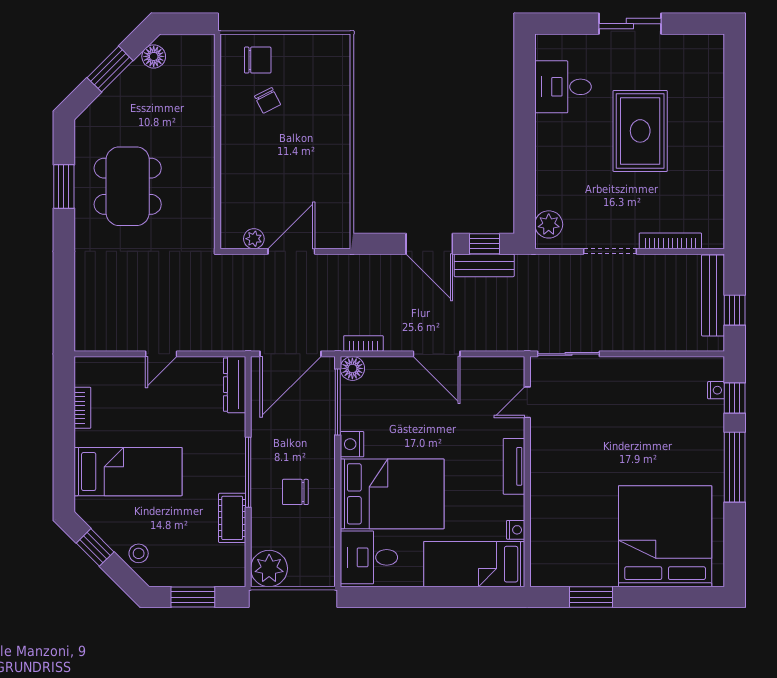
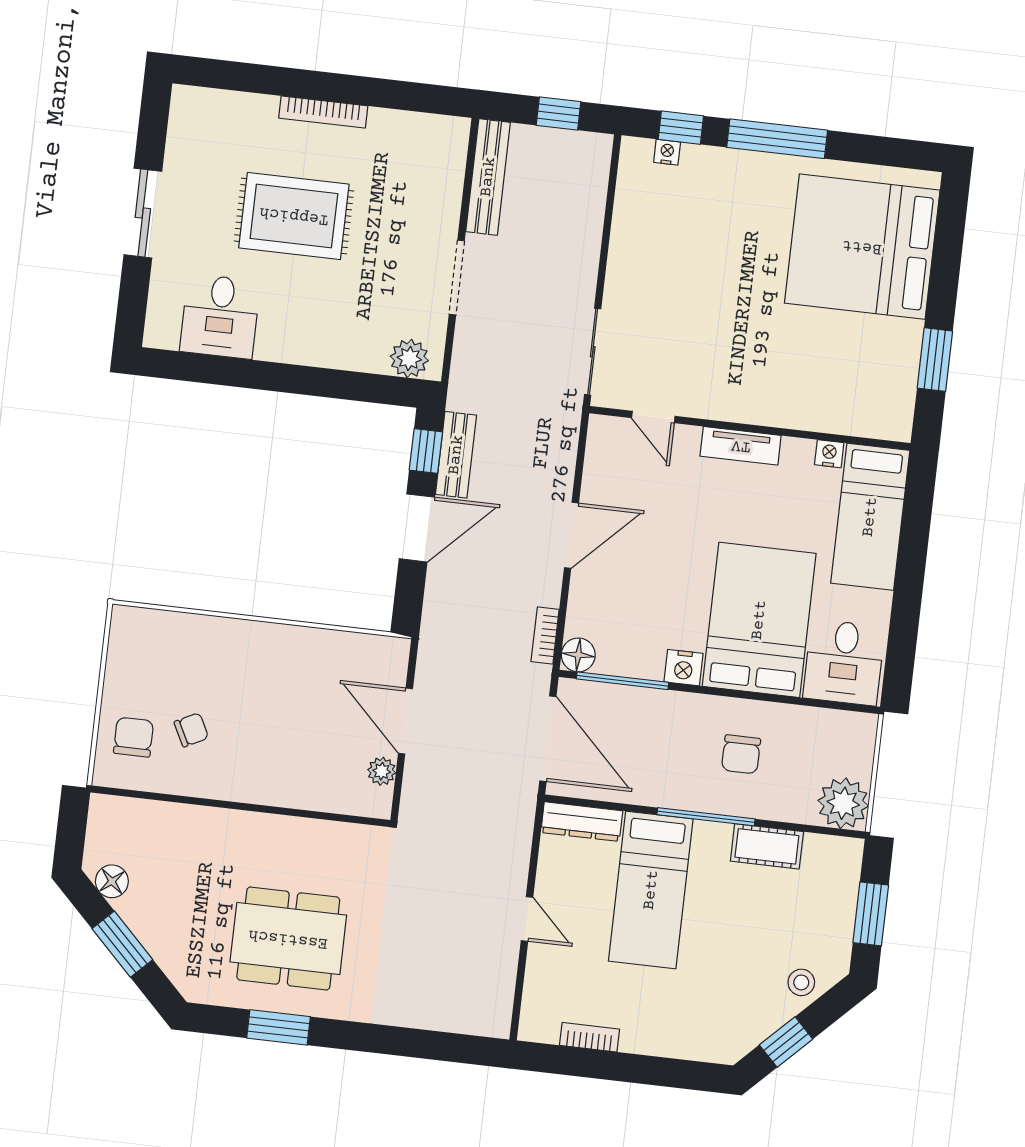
bookcase: (670, 241) -> (323, 112), moved, turned -90
bench: (713, 295) -> (488, 177), moved, turned 90
bed: (128, 472) -> (651, 890), moved, turned 180

